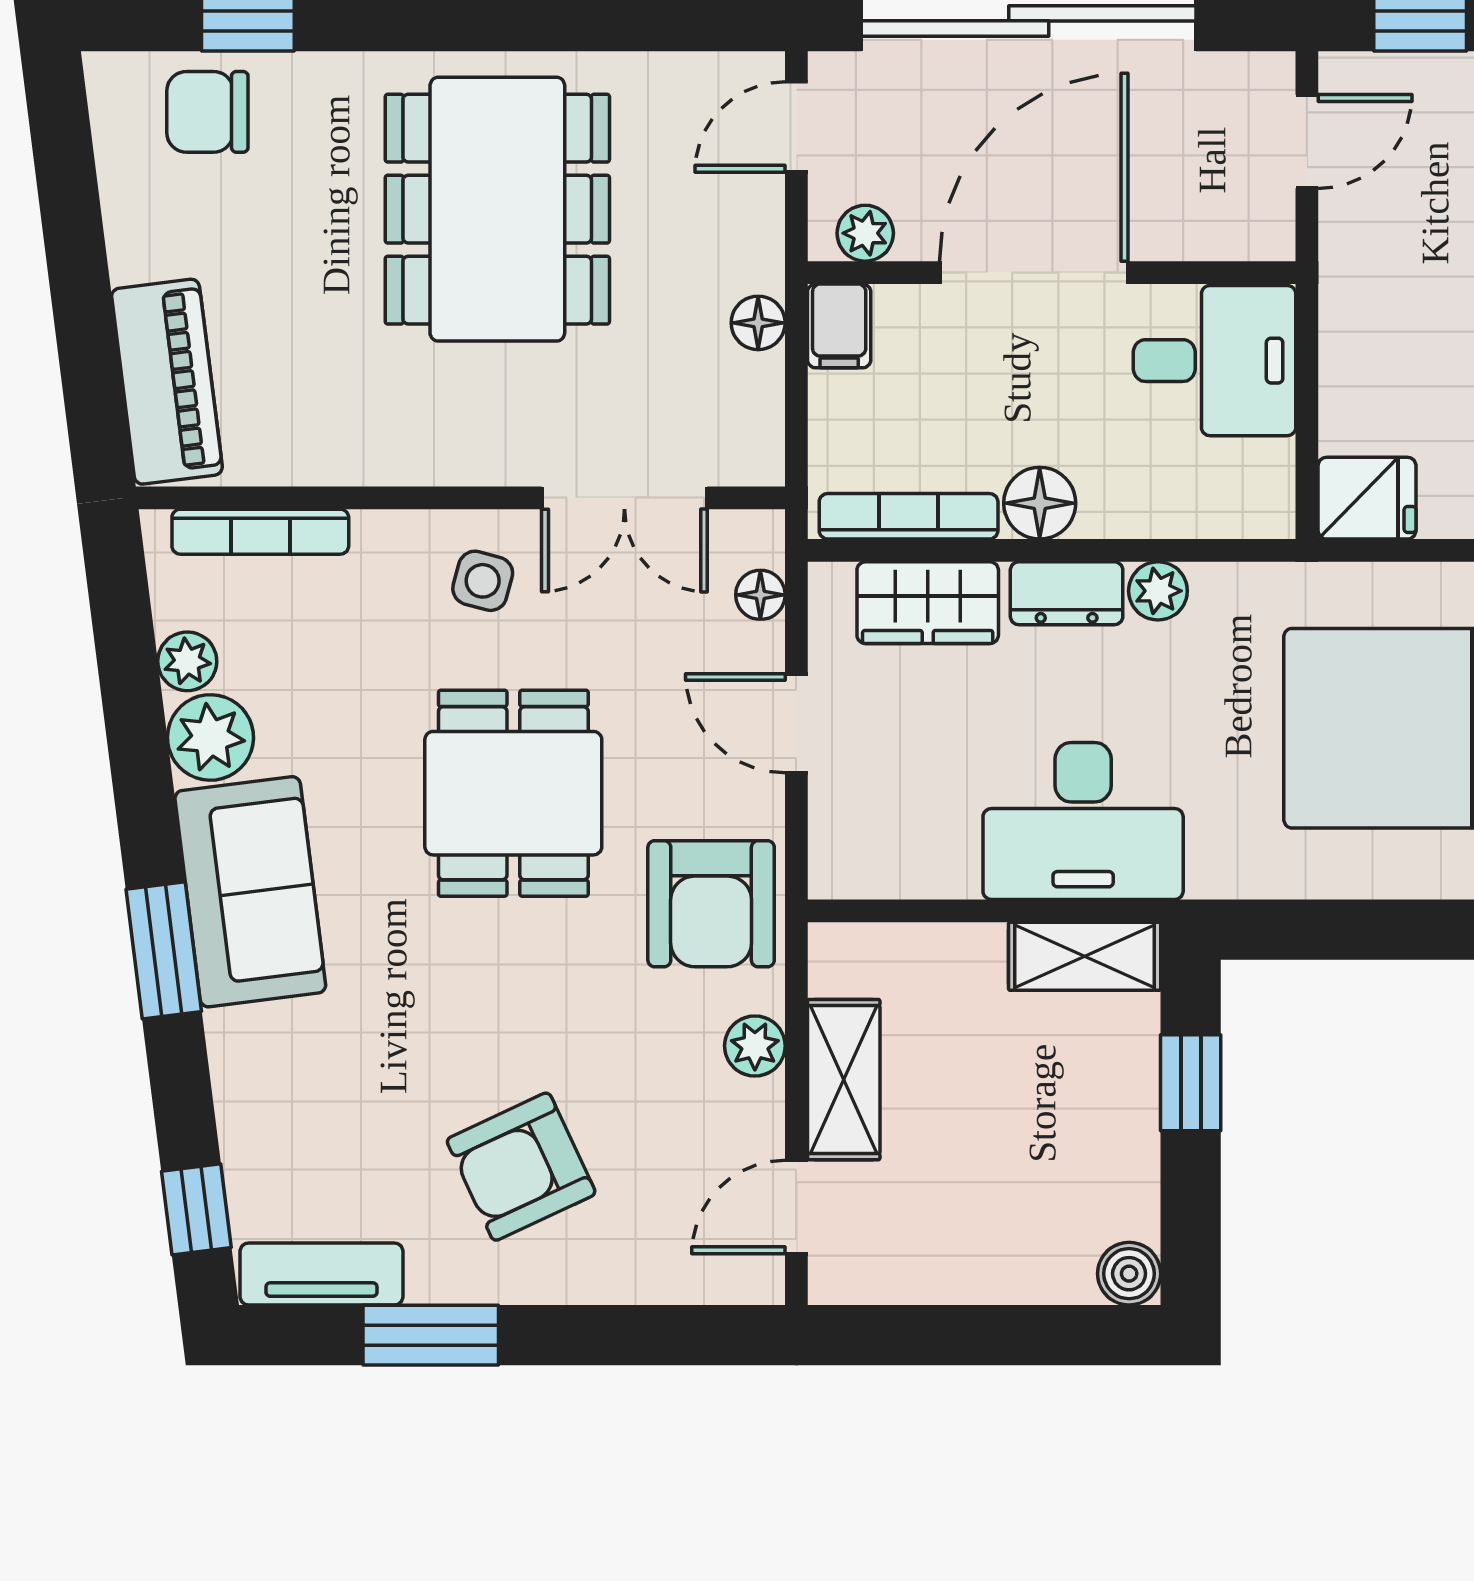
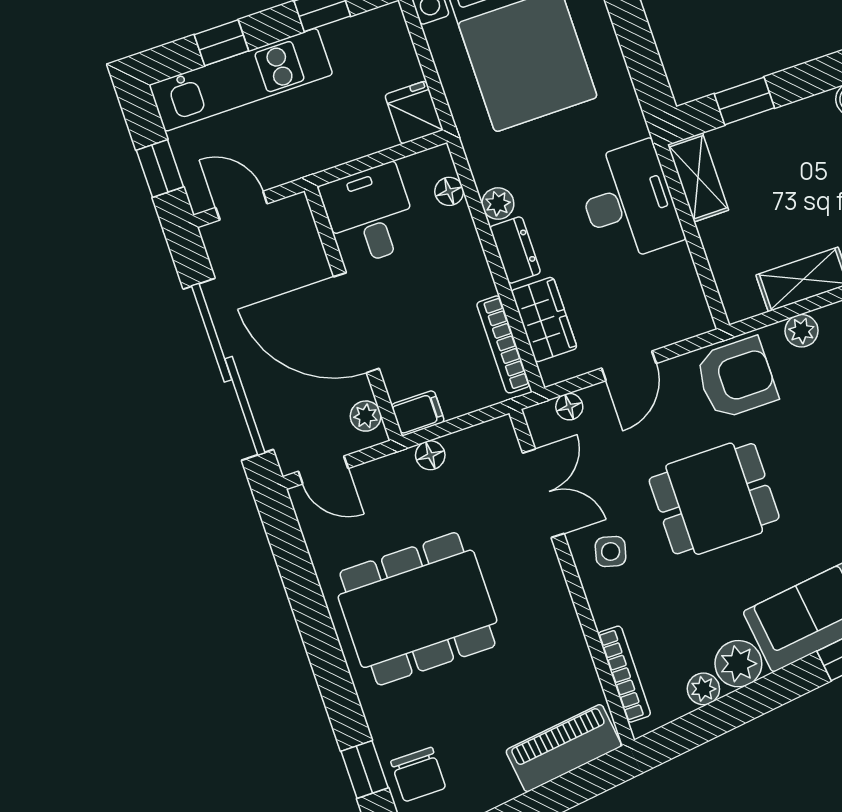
floor lamp: (1040, 503) -> (449, 191), moved, width x0.73, depth x0.73

